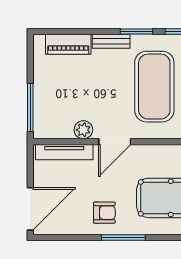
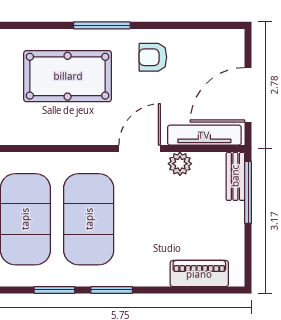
bench: (111, 41) -> (235, 176), moved, turned 90
door: (30, 209) -> (248, 95), moved
window: (123, 237) -> (102, 25), moved

